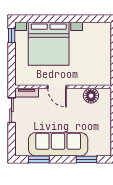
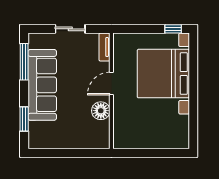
floor lamp: (91, 96) -> (101, 111), moved
sliding door: (12, 110) -> (70, 29), moved
window: (39, 159) -> (24, 62), width x1.44

